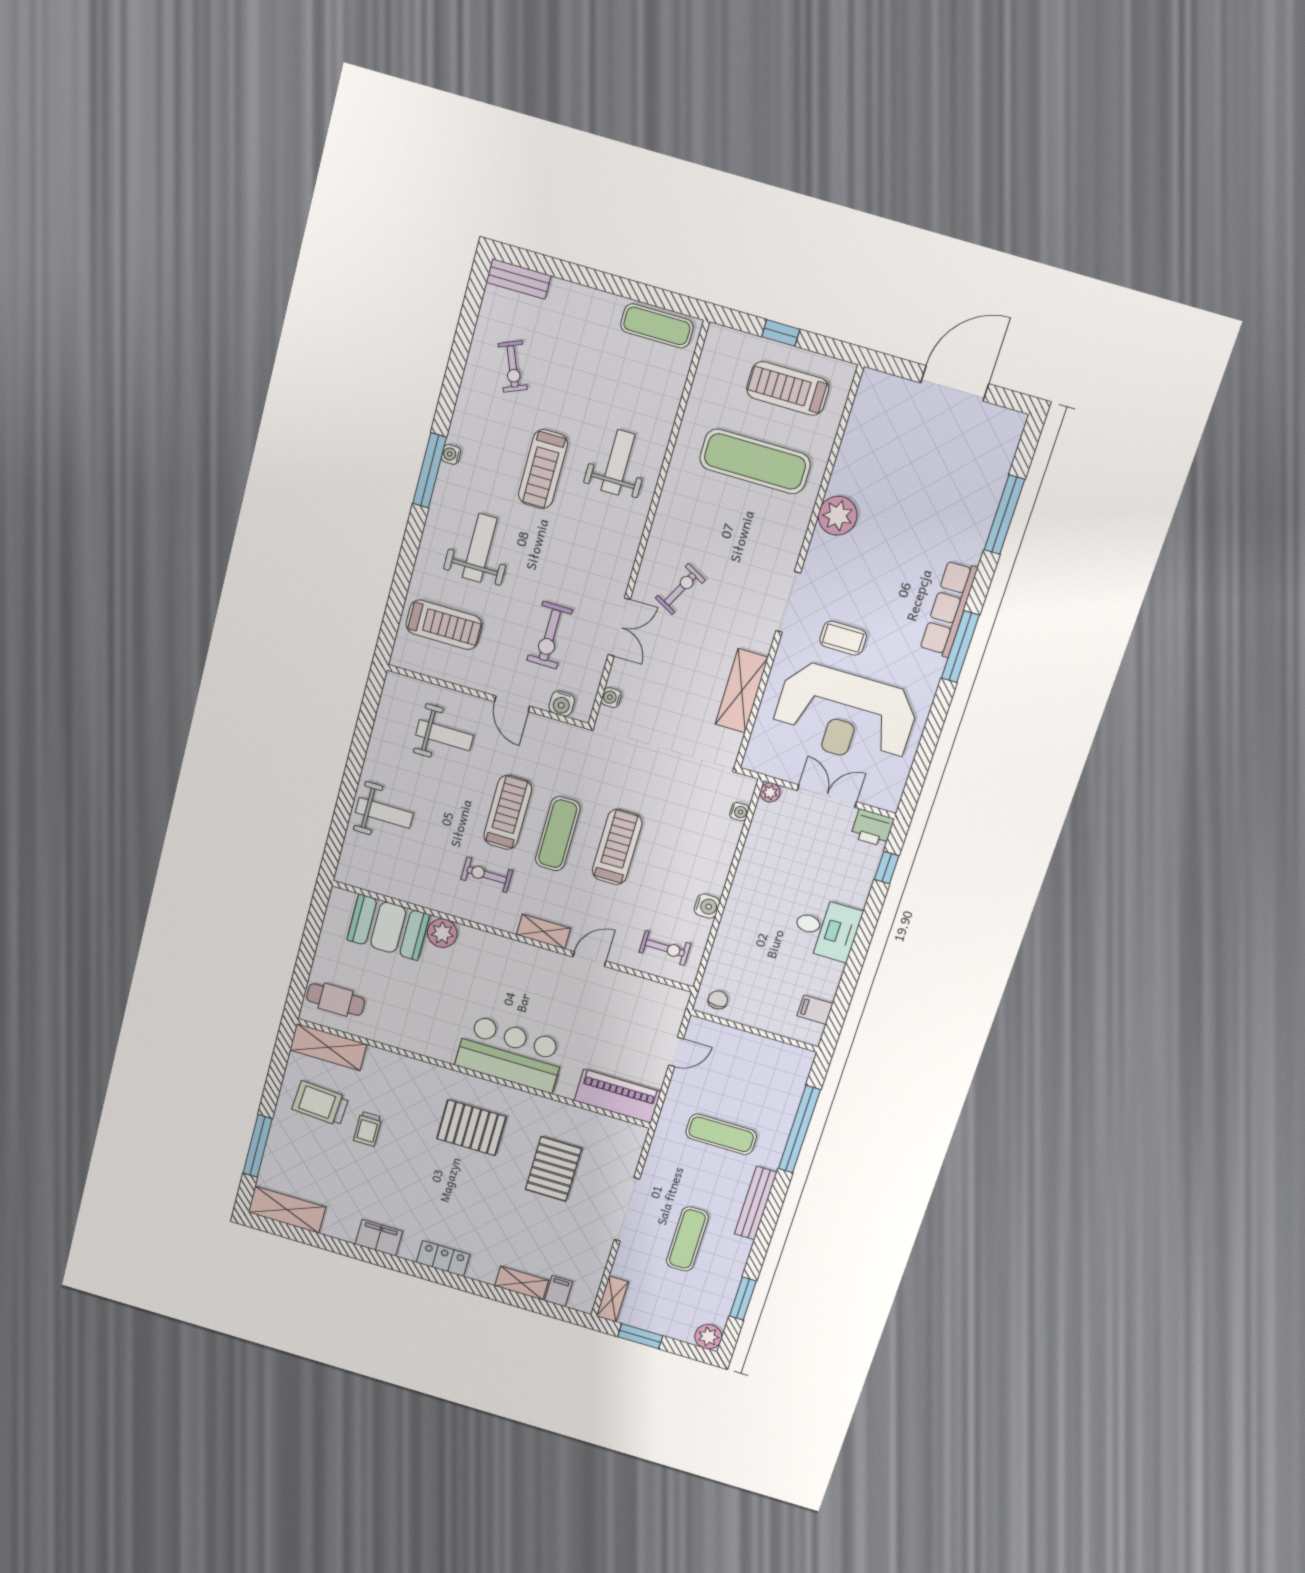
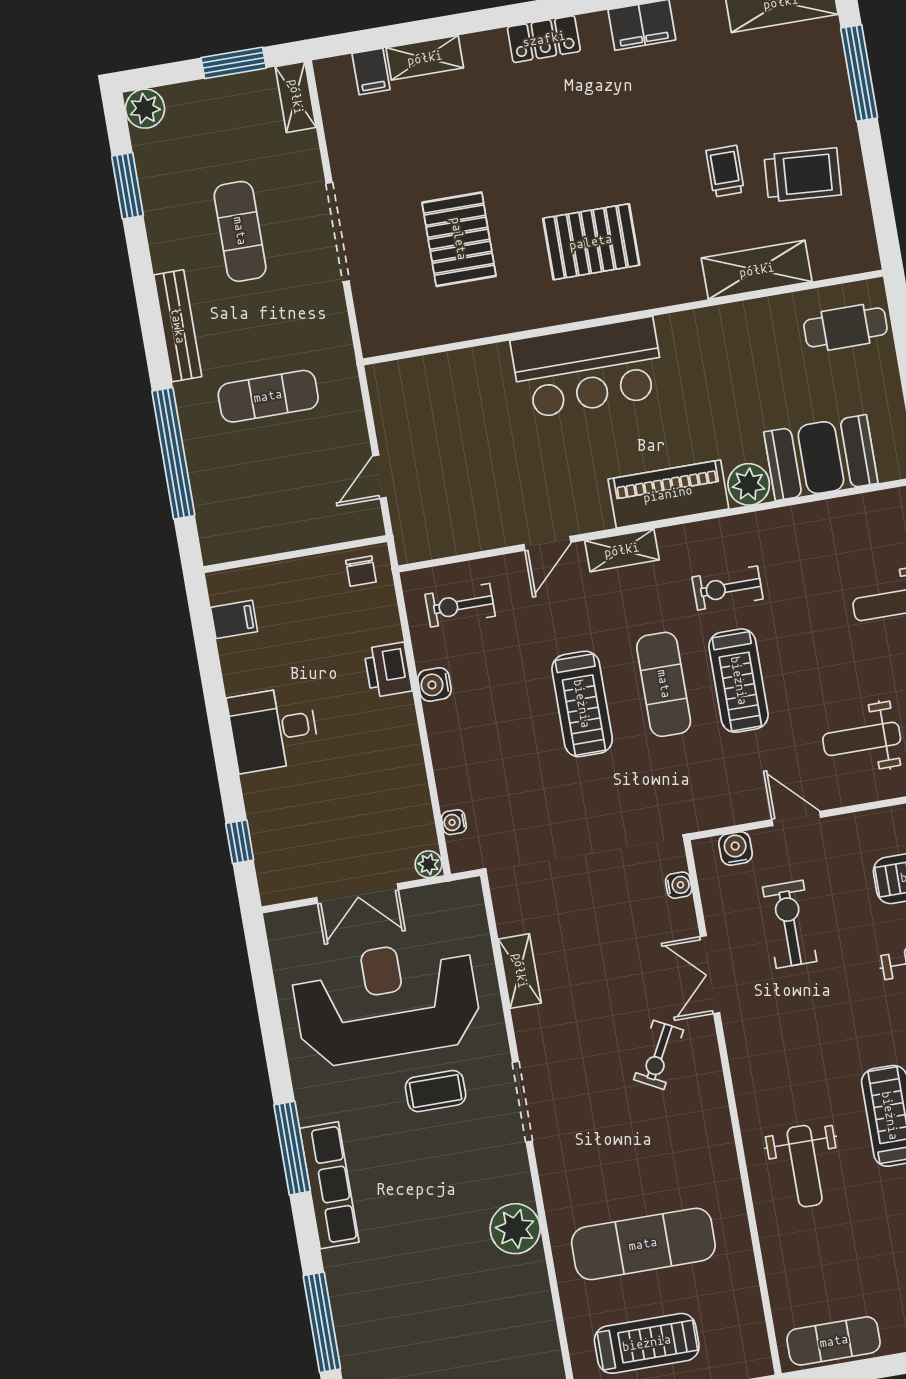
shelving: (742, 691) -> (520, 971), width x0.67, depth x0.75
printer: (872, 828) -> (388, 670), moved, turned -90
exercise bike: (487, 875) -> (727, 588), turned 180
shelving: (328, 1047) -> (757, 270), moved
piano: (617, 1096) -> (668, 494), moved, turned 180

